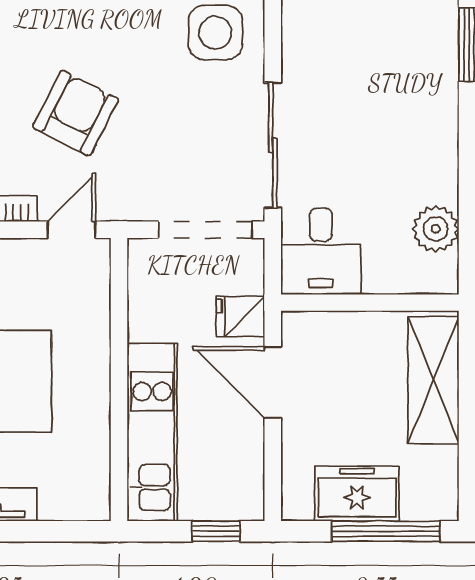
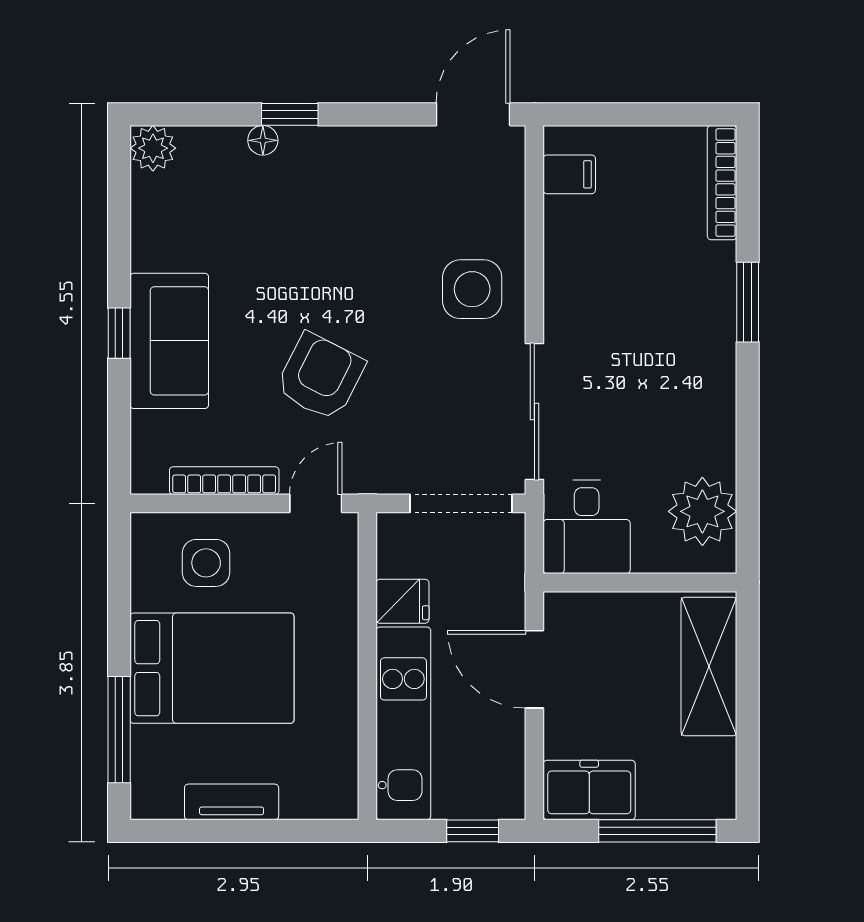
plant: (436, 229) -> (702, 511), width x1.36, depth x1.36
fridge: (240, 317) -> (403, 601), moved, turned 180
freezer: (357, 494) -> (589, 790), moved

